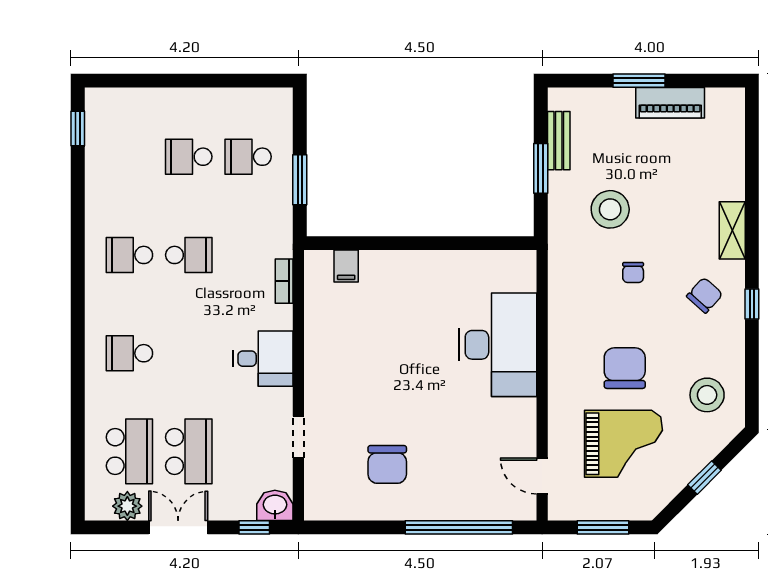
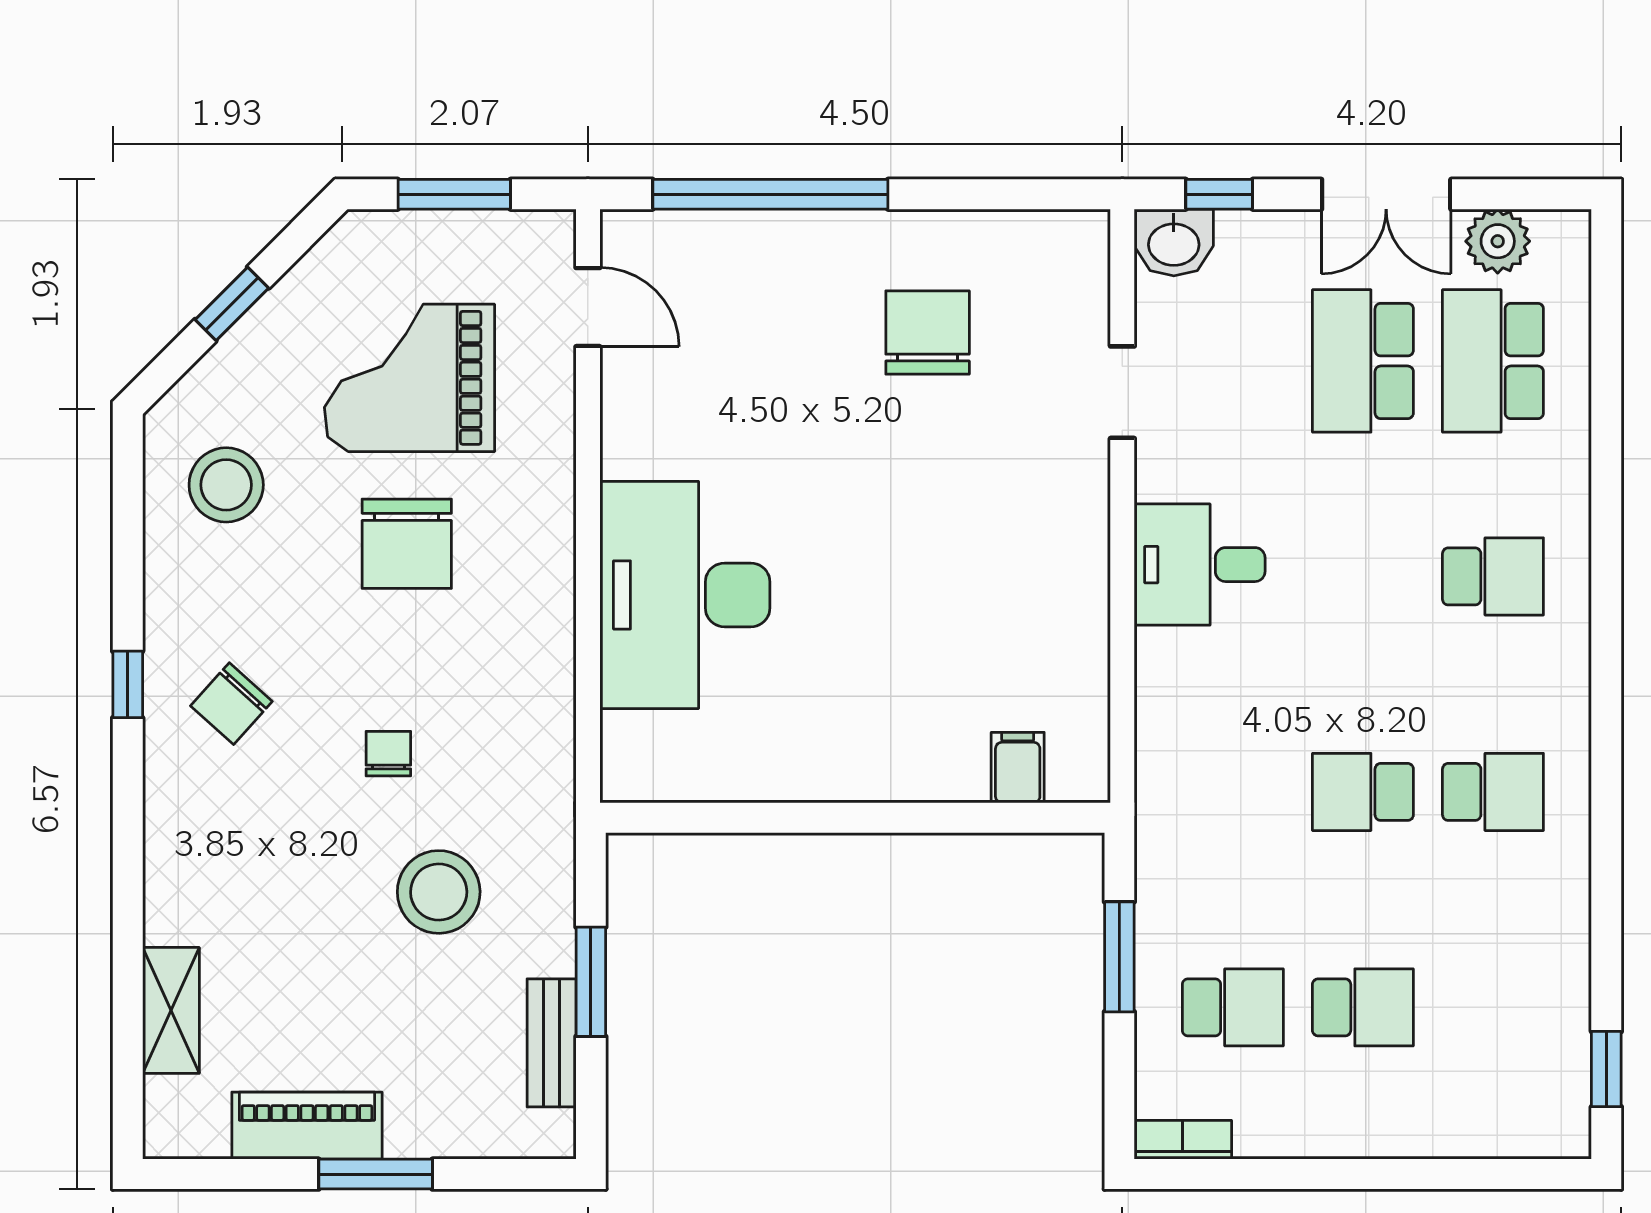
shelving: (732, 230) -> (171, 1010), moved
bookcase: (284, 281) -> (1183, 1140), moved, turned -90

